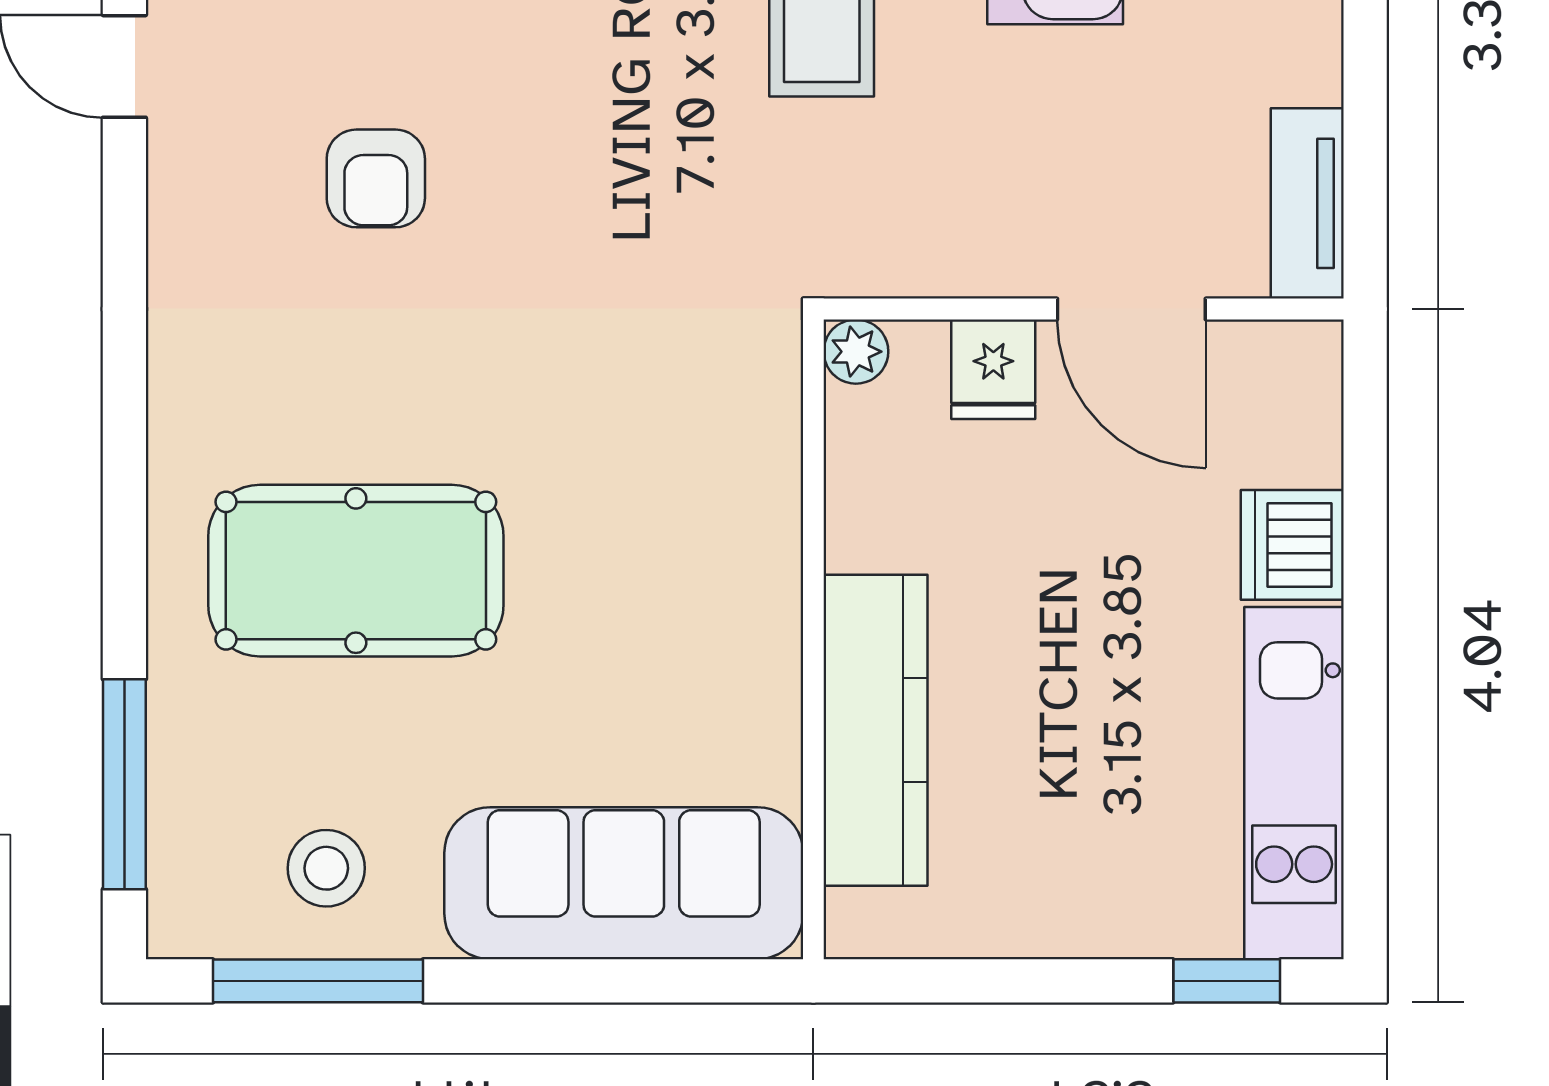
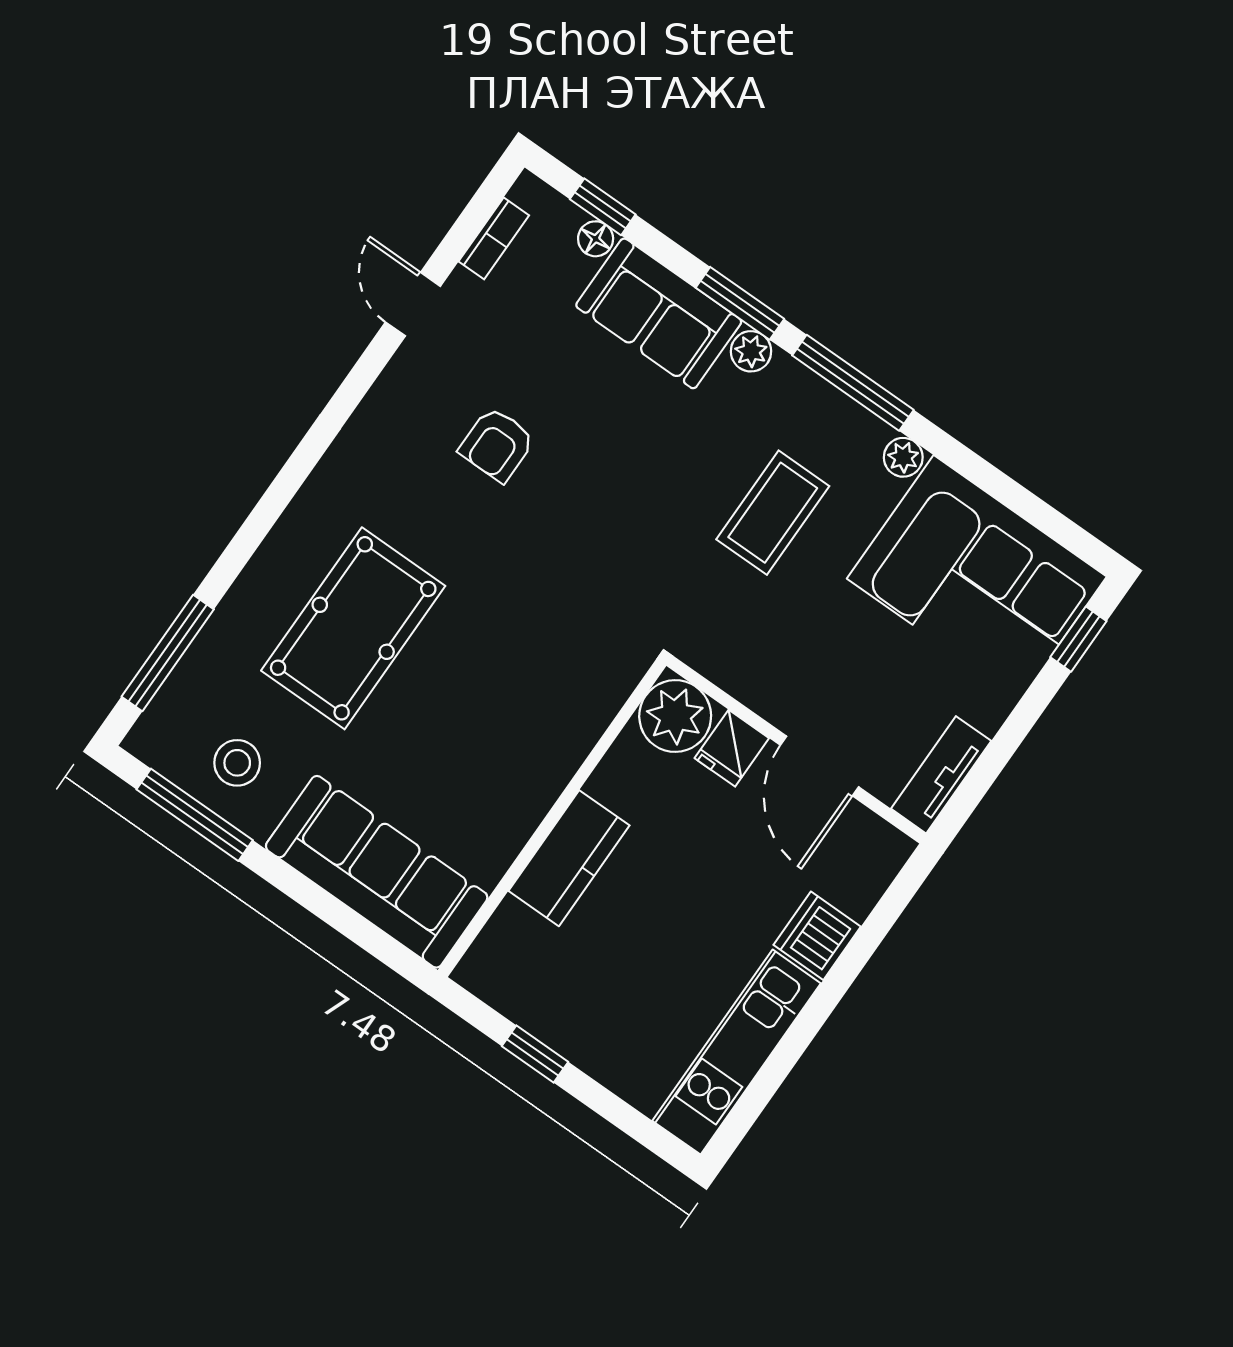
plant: (856, 352) -> (675, 716), width x1.87, depth x1.87
pool table: (356, 571) -> (353, 628), turned 90
kitchen counter: (876, 730) -> (569, 858), width x0.67
window: (1227, 981) -> (535, 1054), moved

